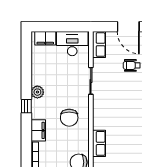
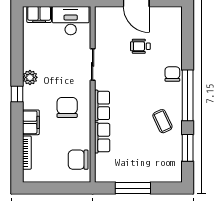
row of seats: (99, 45) -> (102, 105), moved
chair: (69, 118) -> (67, 107), turned 180

